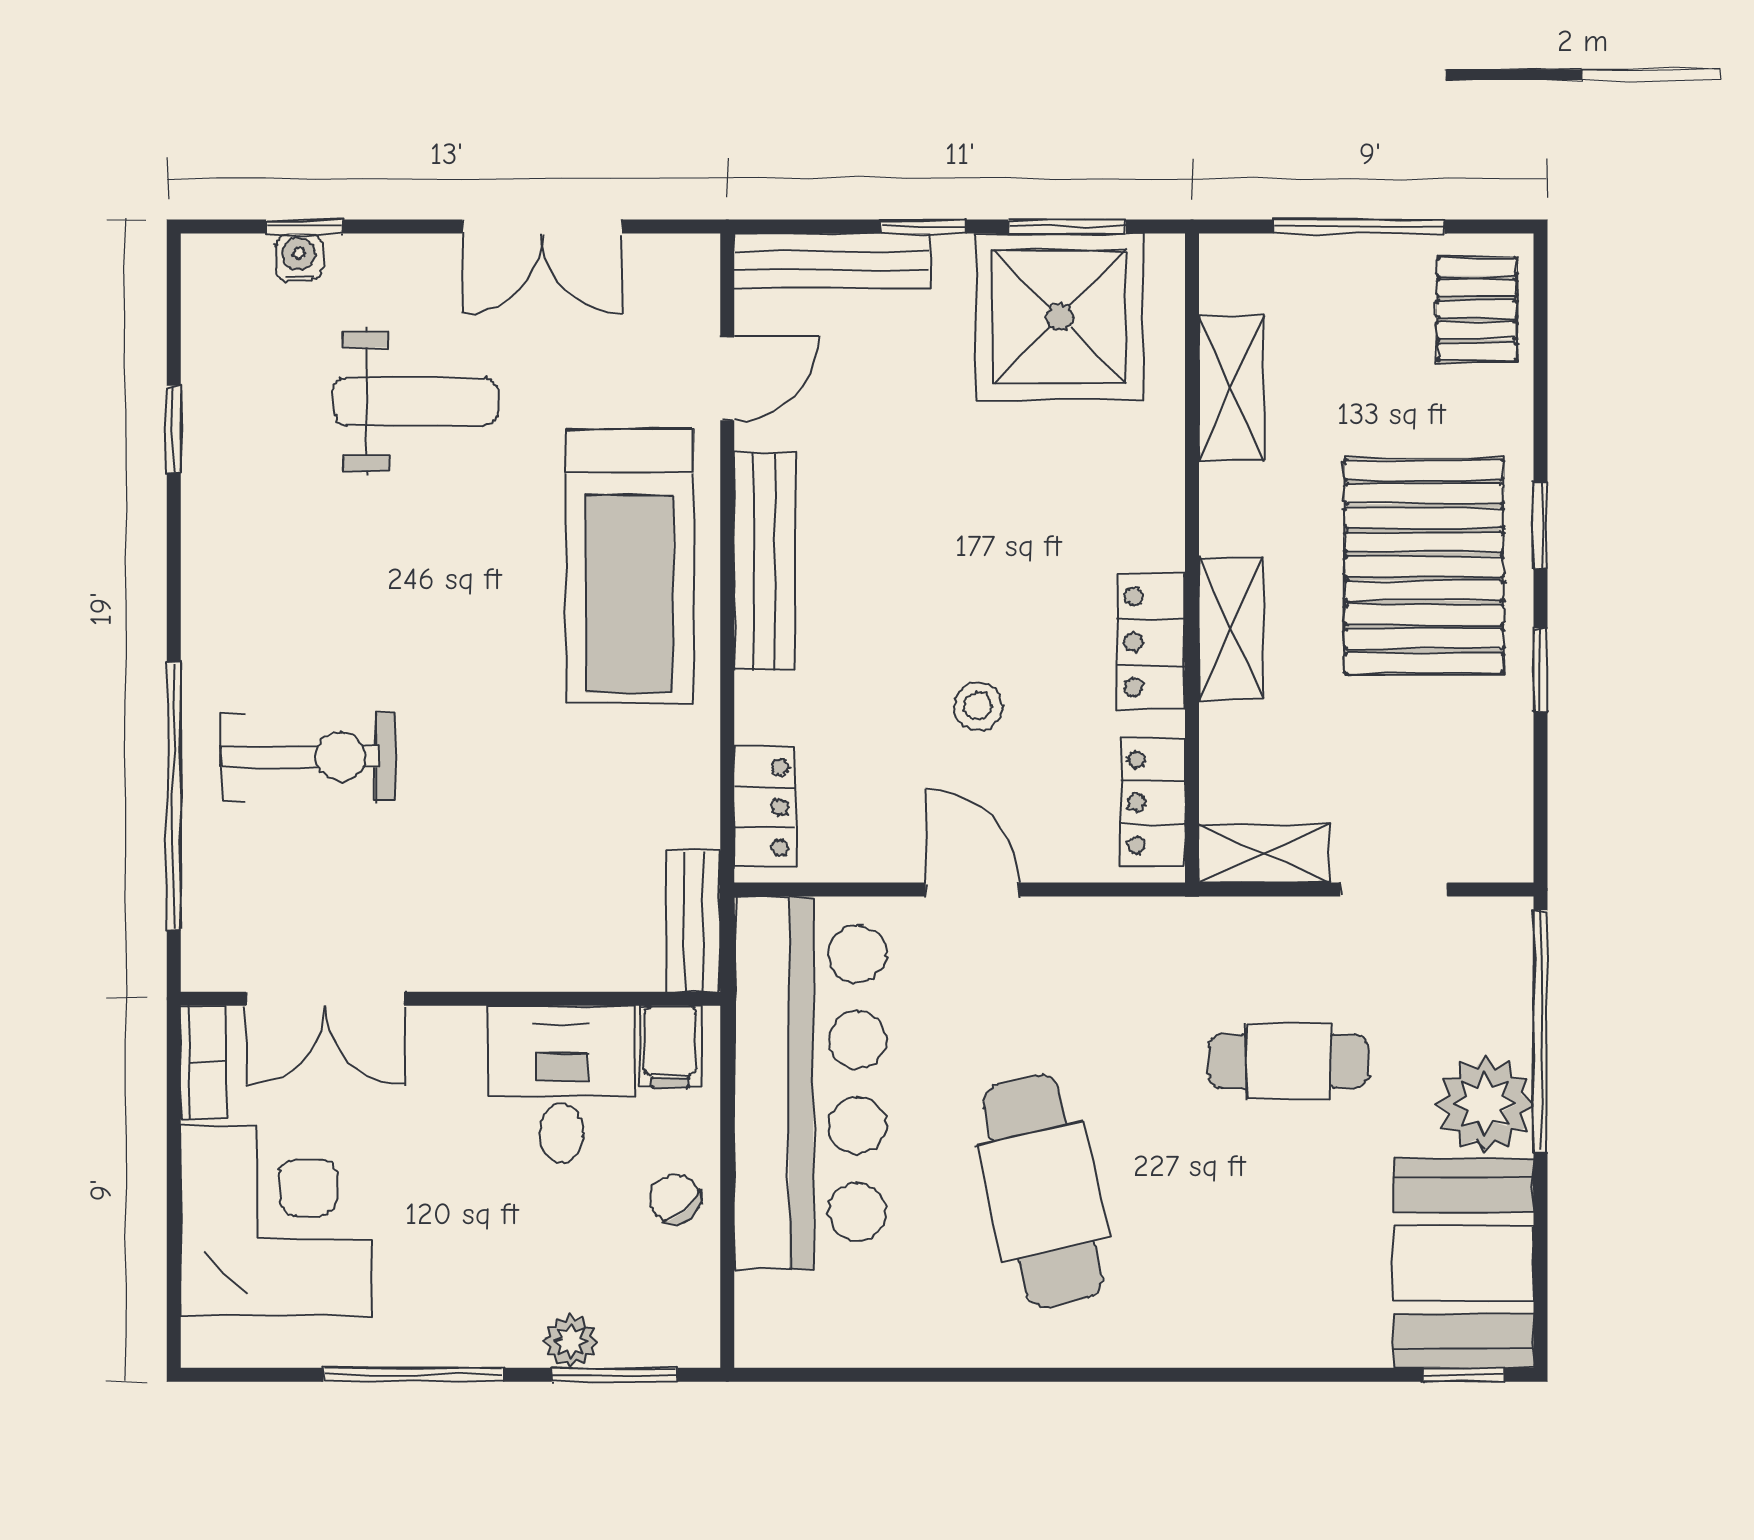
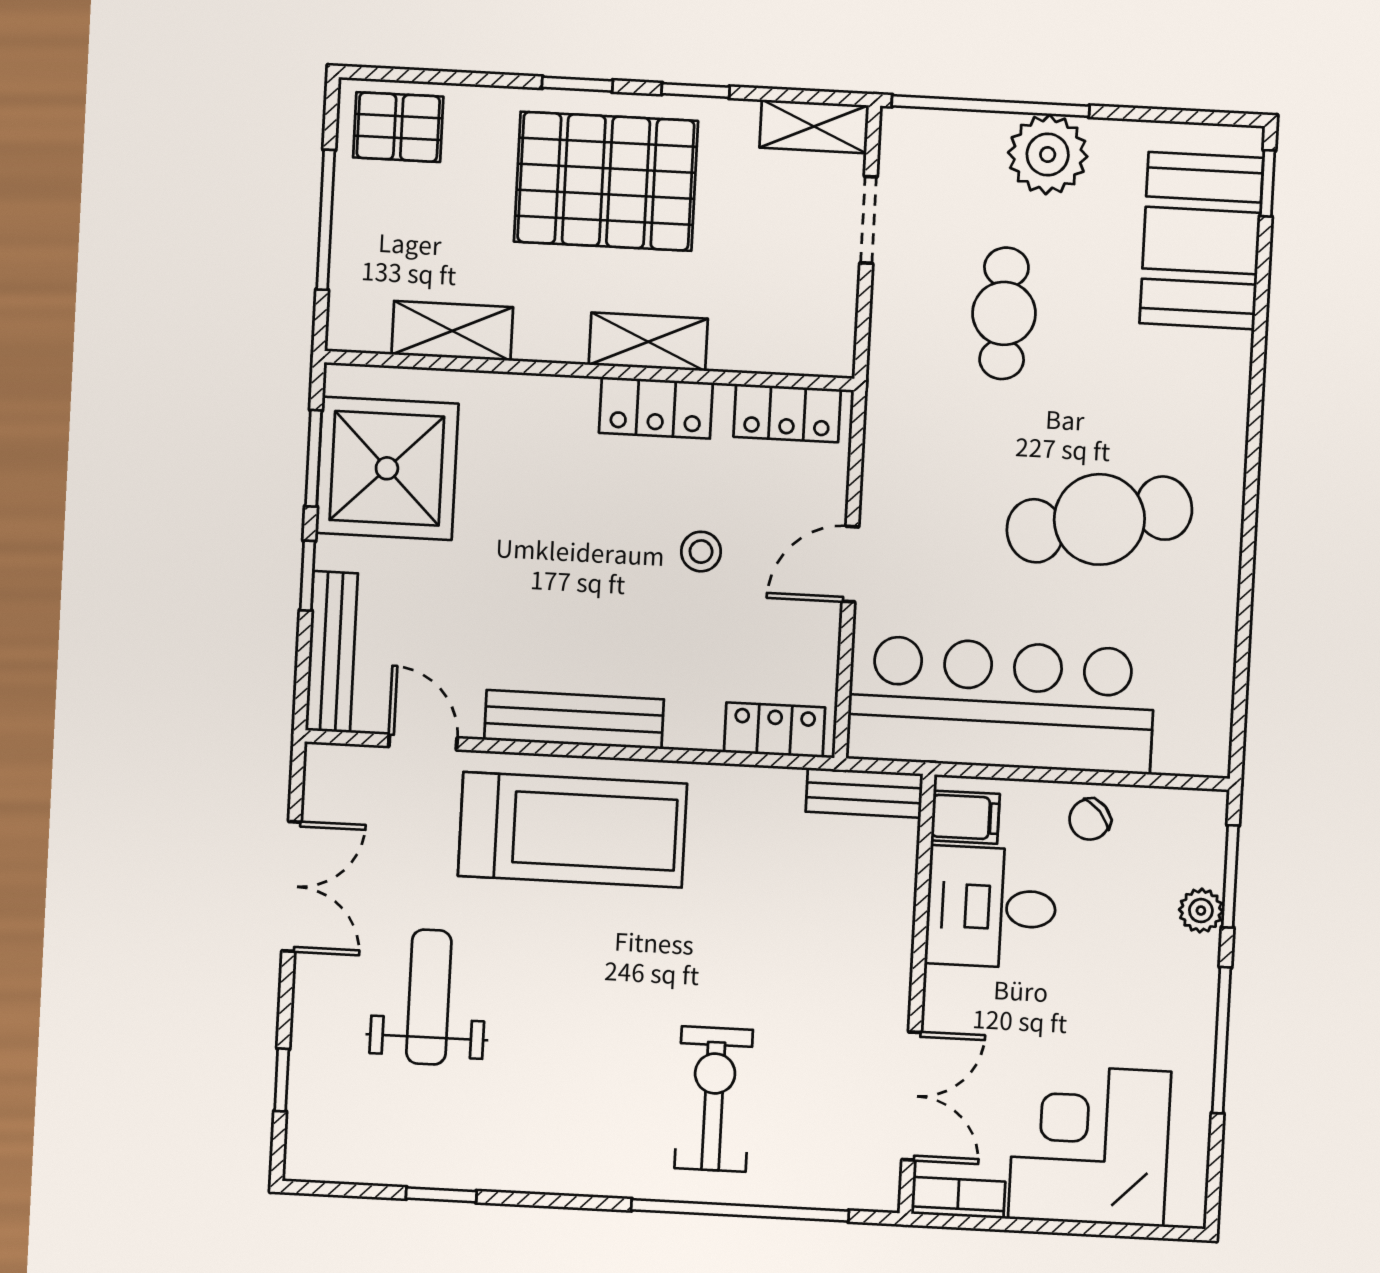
water cooler: (299, 257) -> (306, 1086), removed
shelving: (1264, 853) -> (814, 126), moved, turned 90
booth: (1463, 1263) -> (1201, 241), moved, turned 90

